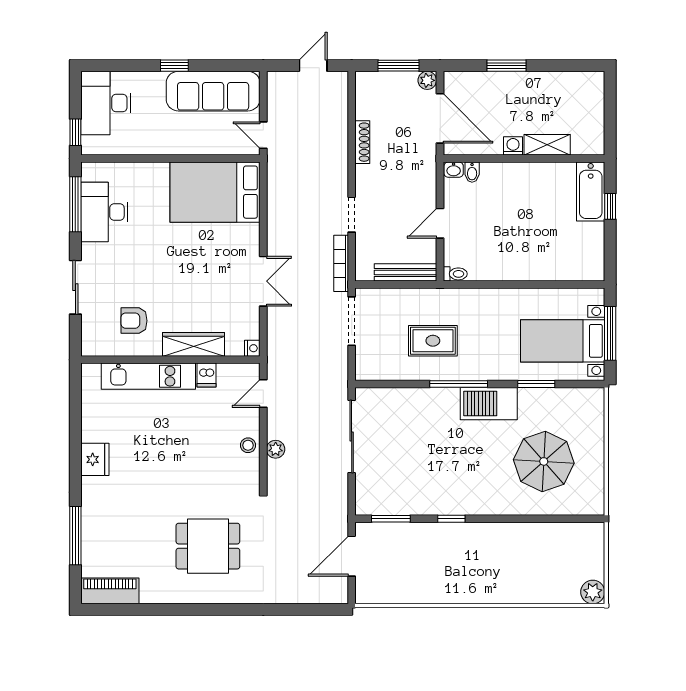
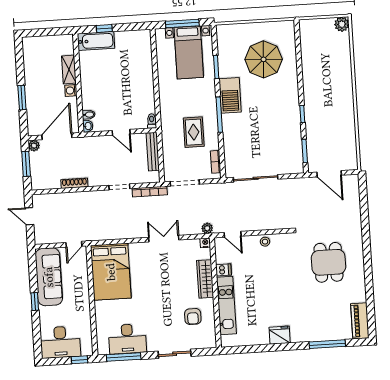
bookcase: (383, 373) -> (216, 162), added
plant: (276, 449) -> (207, 228), moved

